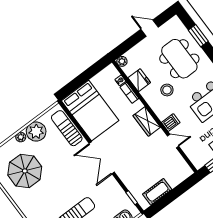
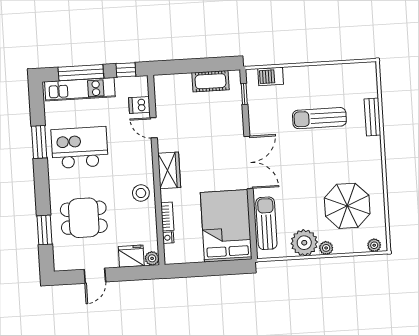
door: (150, 28) -> (95, 276), hinge flipped
dining table: (179, 59) -> (84, 218), width x0.73
fridge: (139, 80) -> (131, 256), moved, turned 90
stool: (167, 90) -> (141, 193), moved
dishwasher: (171, 123) -> (139, 105), moved
sun lounger: (67, 128) -> (266, 223), turned 180

